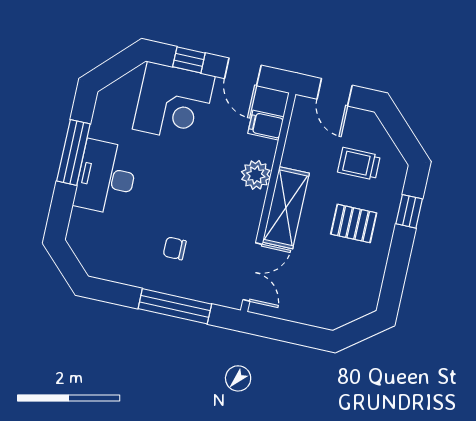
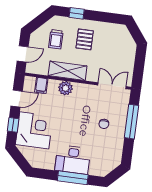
window: (73, 152) -> (73, 178), moved
shelving: (286, 208) -> (68, 71), moved

